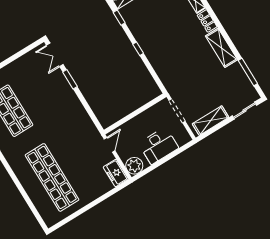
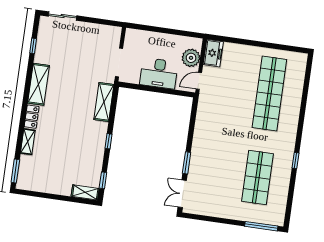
double door: (55, 55) -> (182, 194), swing flipped
window: (248, 72) -> (33, 46), width x0.46
shelving: (211, 121) -> (104, 102), moved, turned 90
desk: (158, 146) -> (159, 73), moved, turned 180
plant: (134, 166) -> (191, 58), moved

